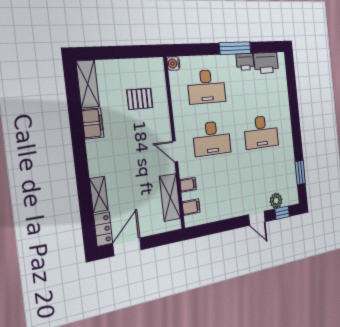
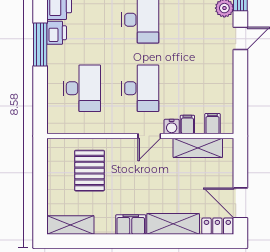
water cooler: (173, 63) -> (172, 127), moved
pallet: (140, 99) -> (90, 171), width x1.50, depth x1.42
filing cabinet: (93, 123) -> (131, 224), moved
shelving: (99, 194) -> (173, 224), width x1.50, depth x1.33

